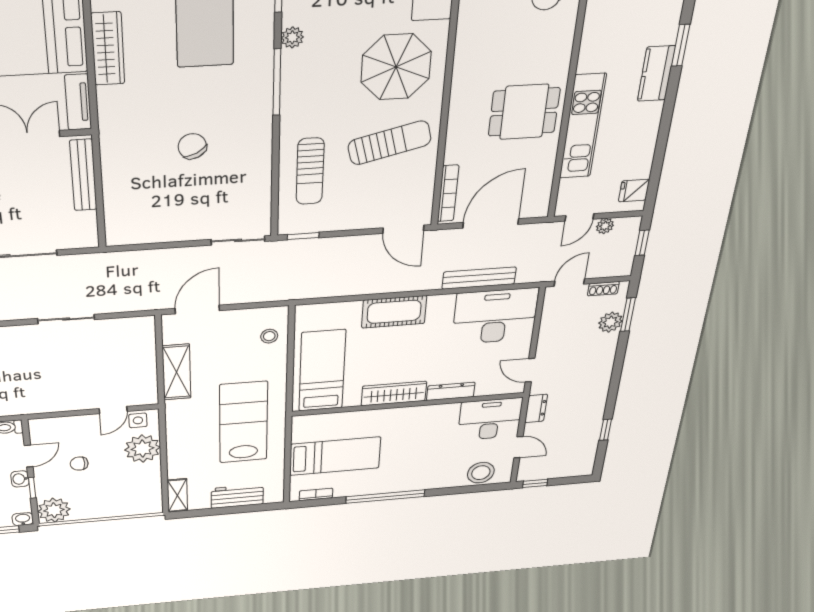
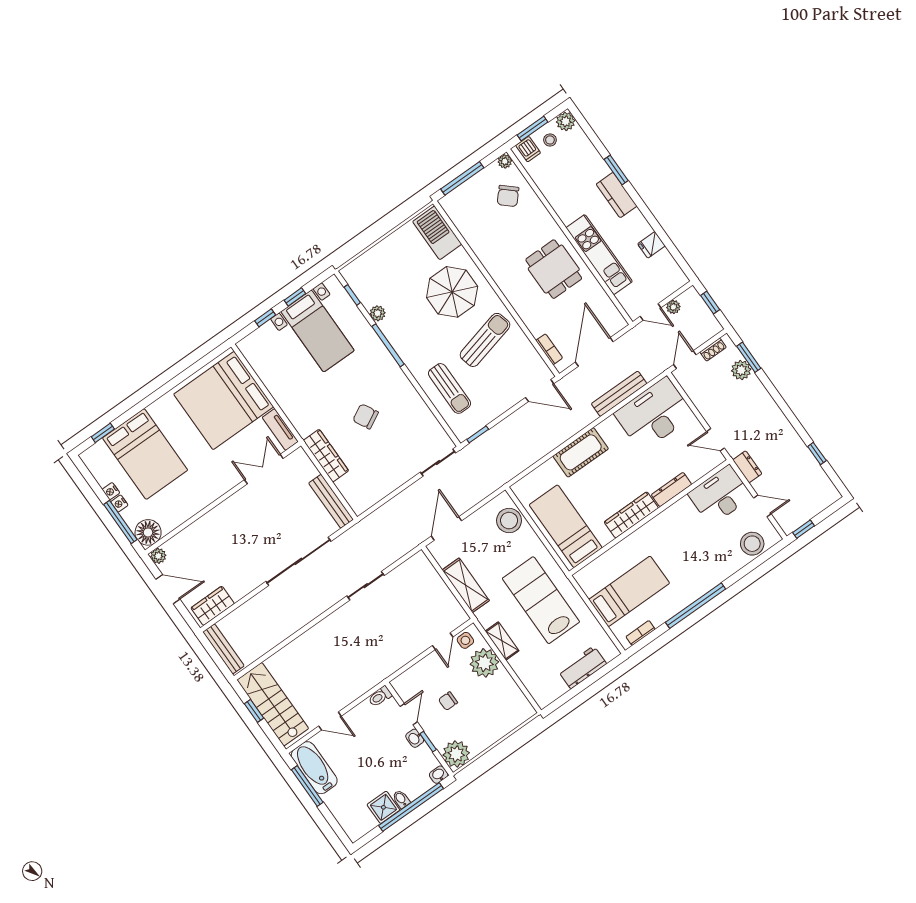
wardrobe: (108, 49) -> (326, 456), moved
dining table: (524, 112) -> (554, 269), turned 90
bench: (83, 175) -> (331, 501), moved
fridge: (634, 191) -> (651, 245), moved
bookcase: (448, 193) -> (549, 349), width x0.64
door: (579, 217) -> (651, 312), hinge flipped
stool: (269, 336) -> (509, 521), width x1.89, depth x1.89
shelving: (177, 495) -> (502, 641), moved

